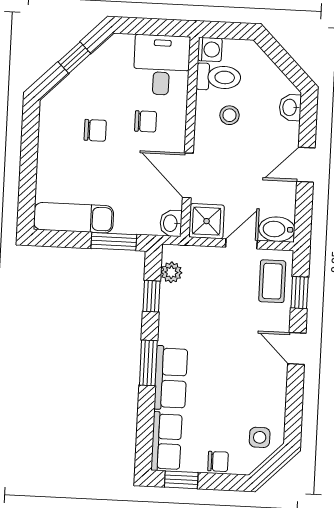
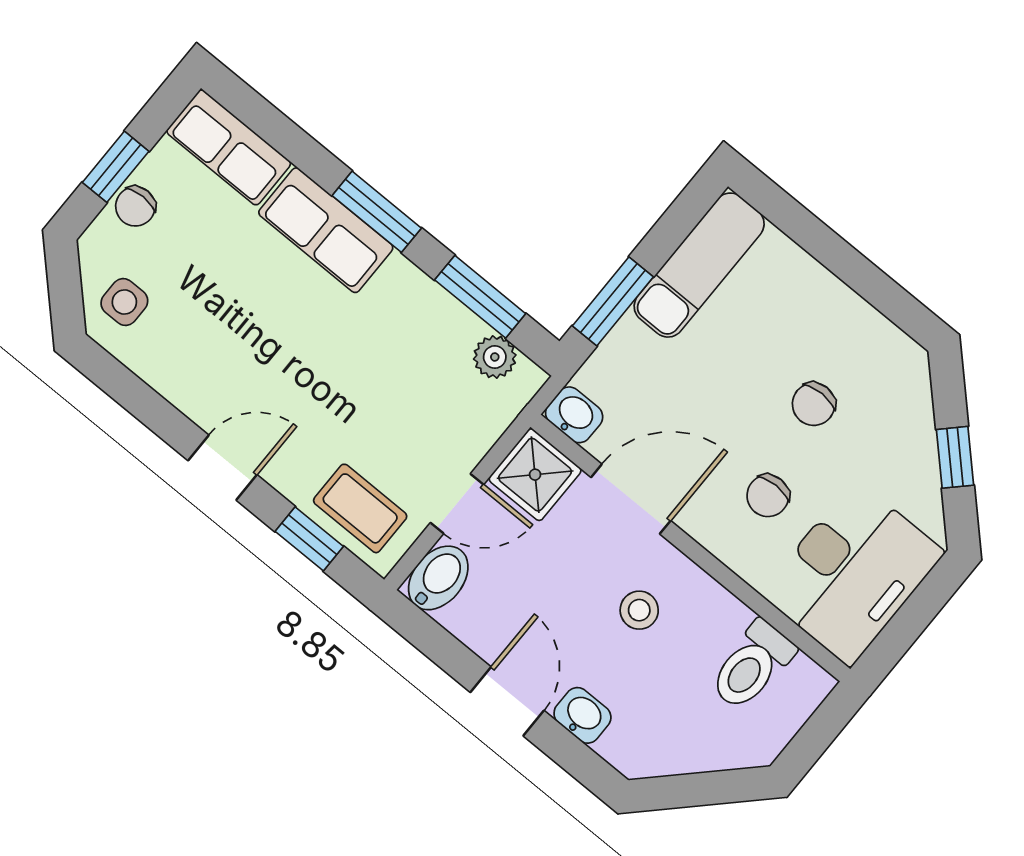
washing machine: (210, 49) -> (807, 685), removed
desk: (162, 65) -> (852, 573), width x1.37
washbasin: (290, 107) -> (582, 715), moved
stool: (229, 115) -> (639, 610), moved
door: (241, 244) -> (457, 504), hinge flipped
window: (152, 296) -> (480, 297), width x1.50
window: (181, 480) -> (116, 167), moved

